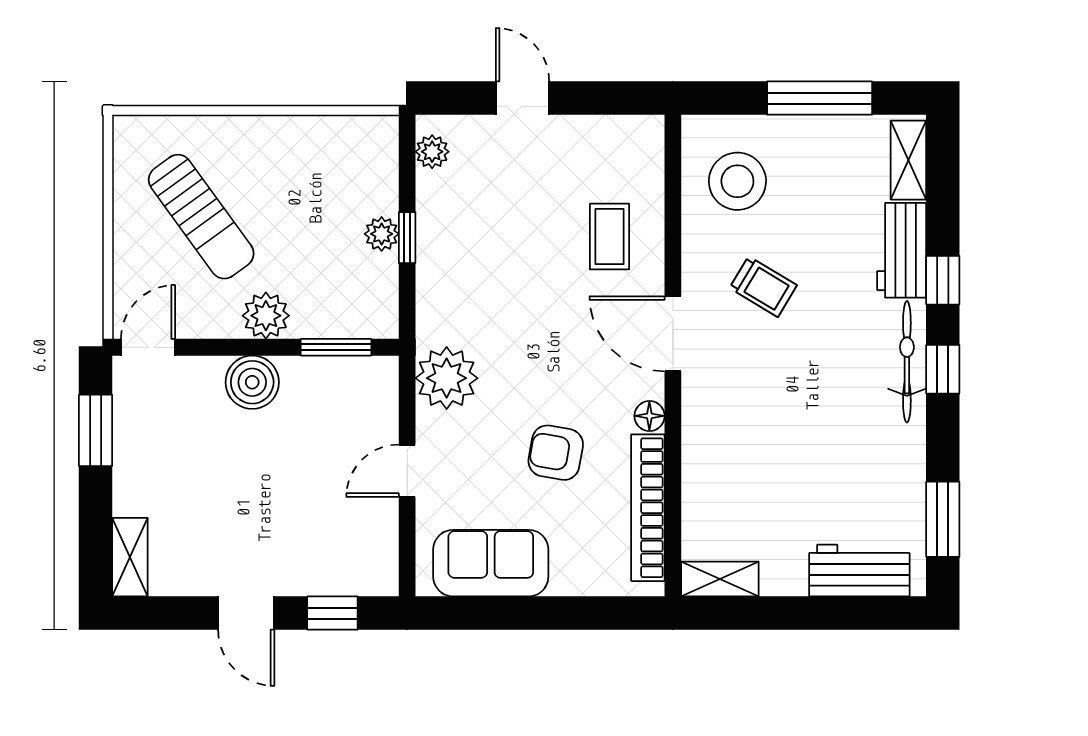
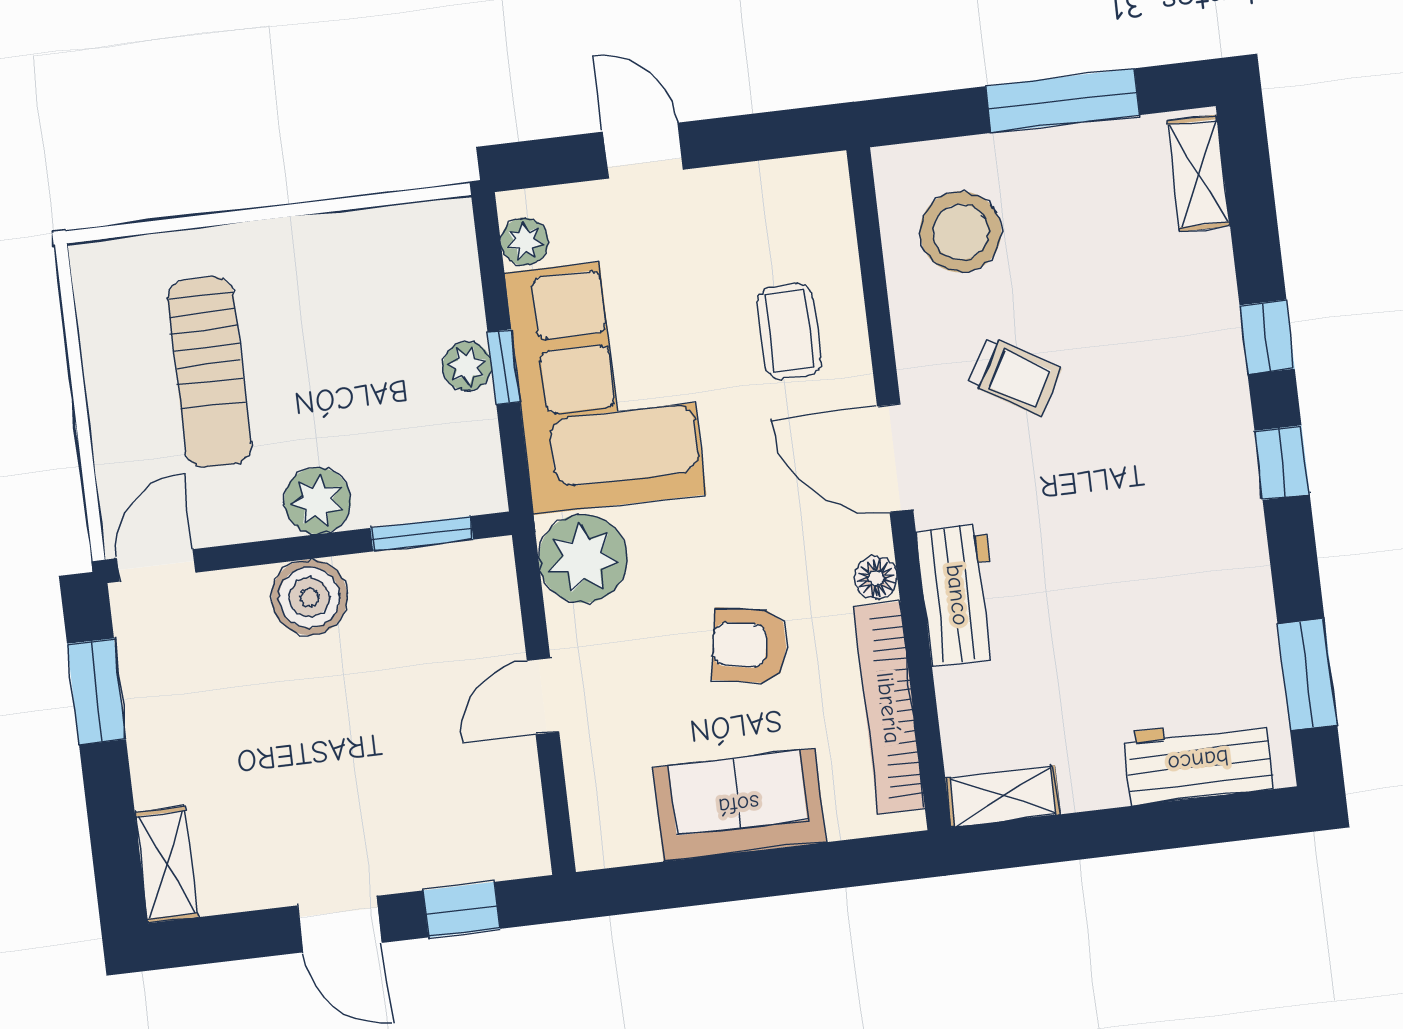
sun lounger: (201, 217) -> (210, 372), turned 36
workbench: (902, 250) -> (958, 595), moved, turned 180
corner sofa: (477, 258) -> (605, 384), added
bicycle: (907, 362) -> (1230, 458), removed
sofa: (491, 563) -> (739, 805), moved

